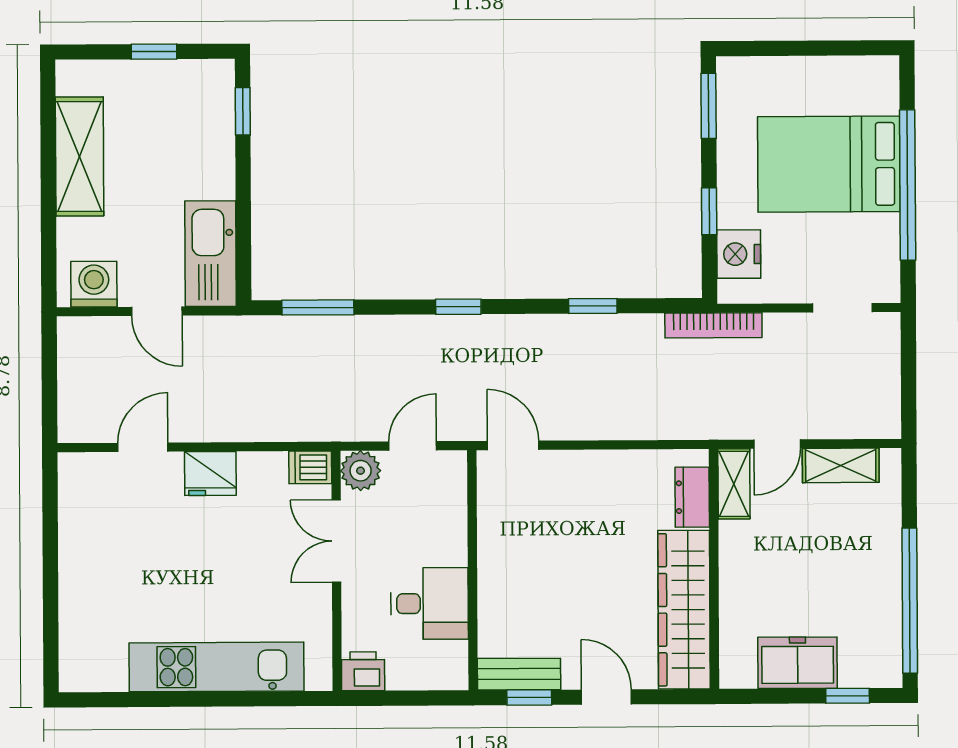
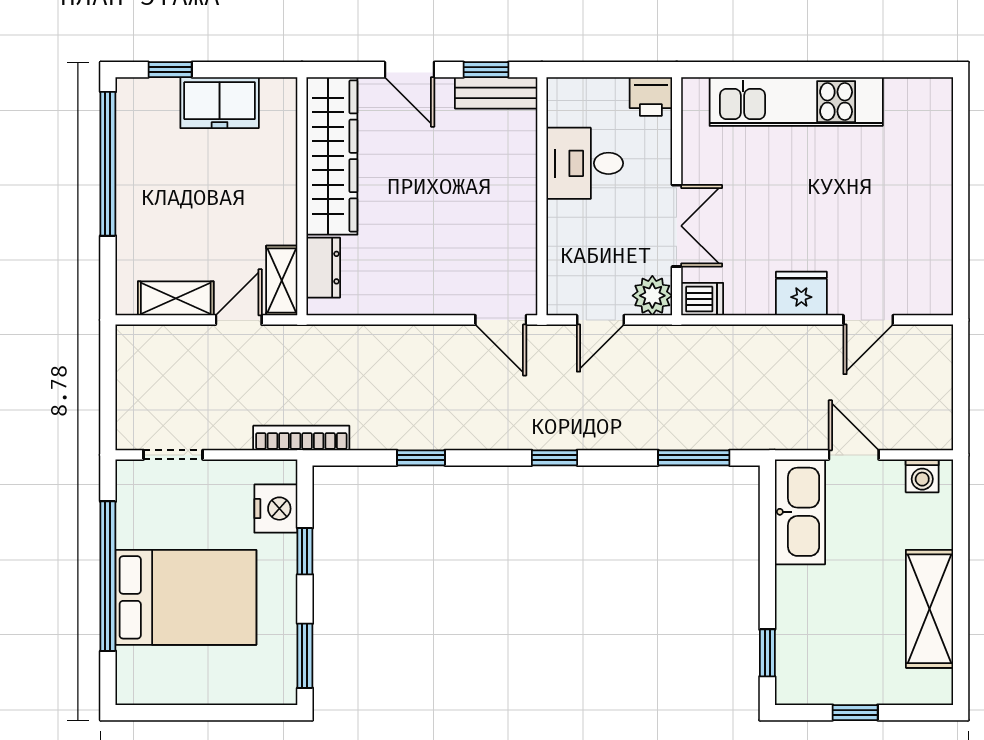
washing machine: (94, 284) -> (922, 476), width x0.73, depth x0.73

